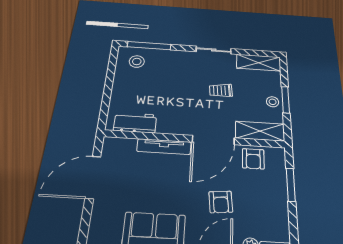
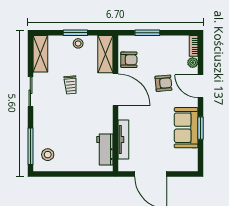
tv unit: (164, 147) -> (123, 139), moved

